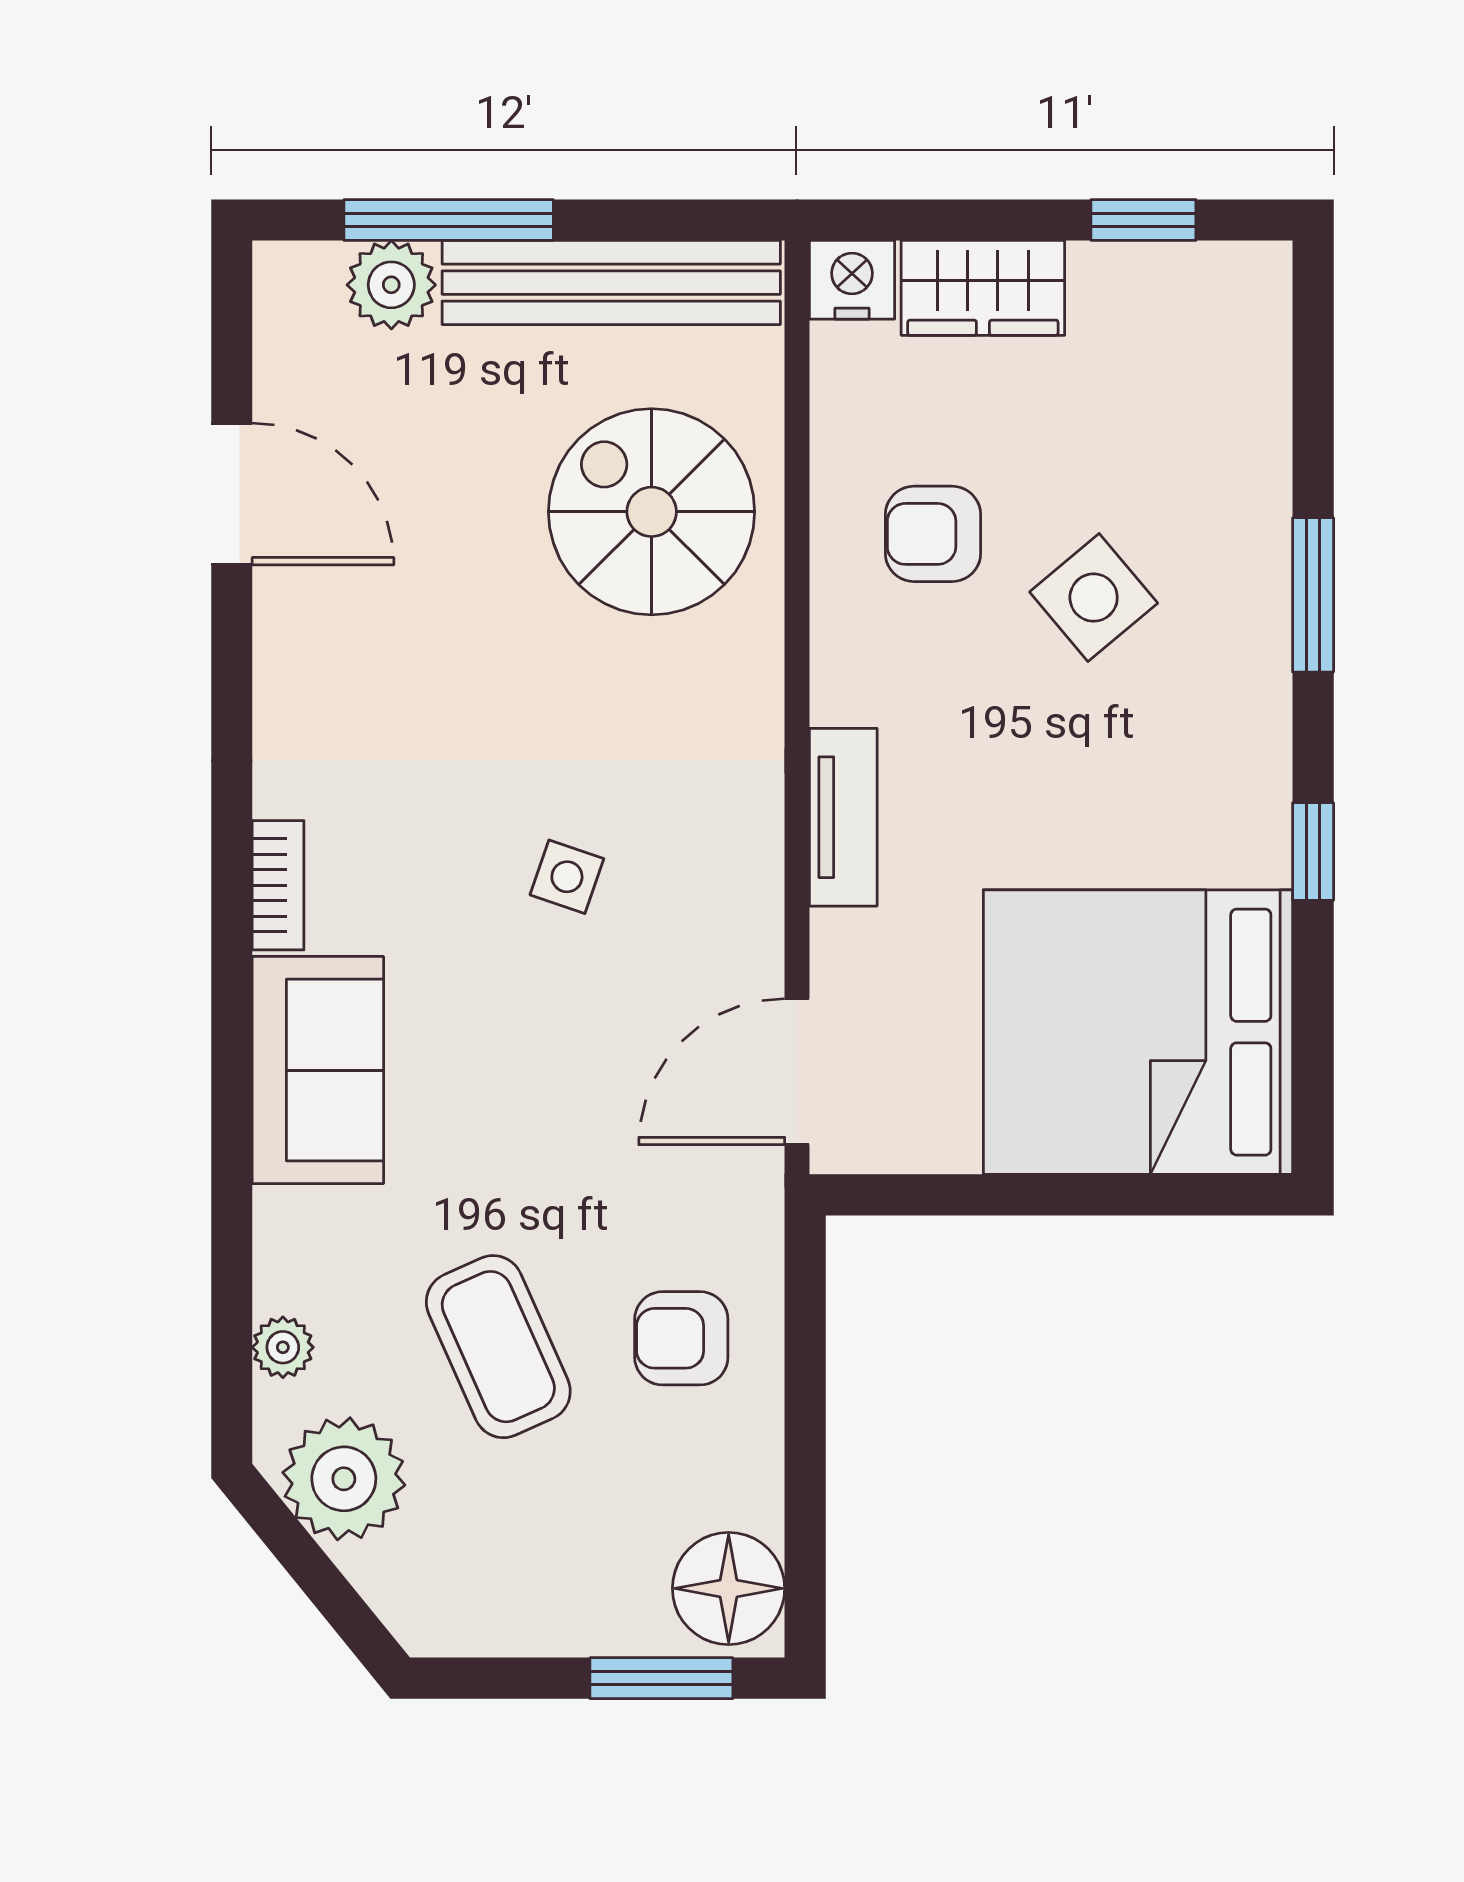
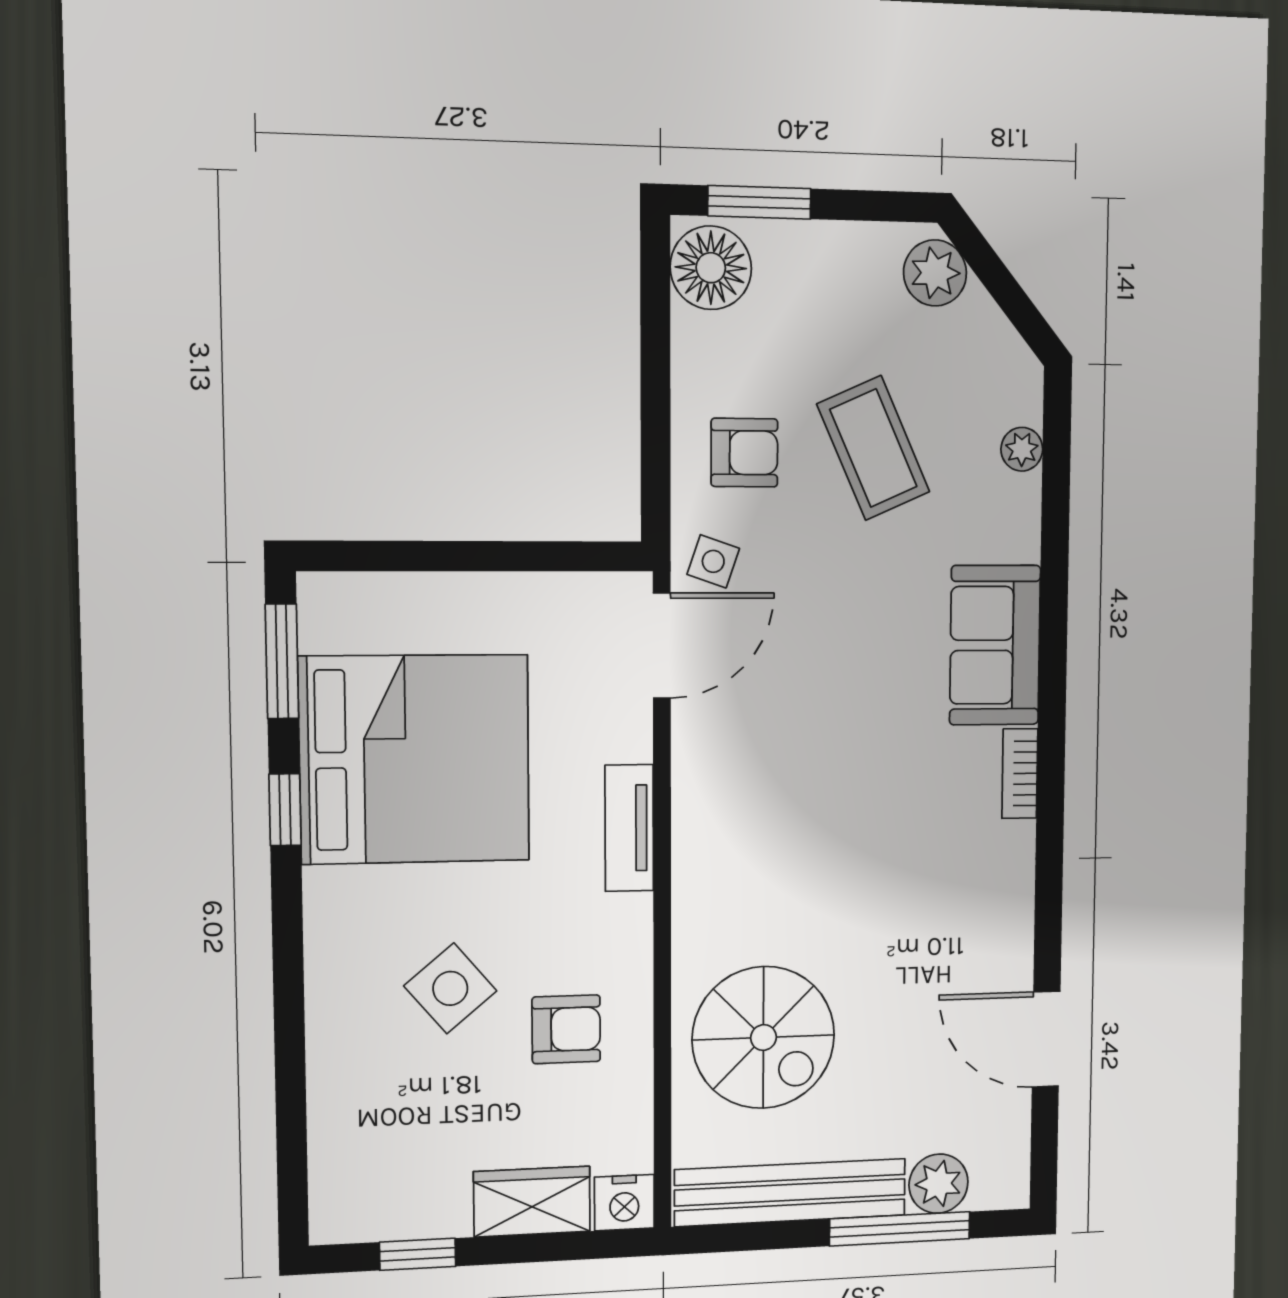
window: (1313, 595) -> (282, 661), moved
side table: (567, 877) -> (713, 561), moved
bed: (1138, 1032) -> (415, 759), moved
plant: (344, 1479) -> (935, 273), moved, width x0.73, depth x0.73

